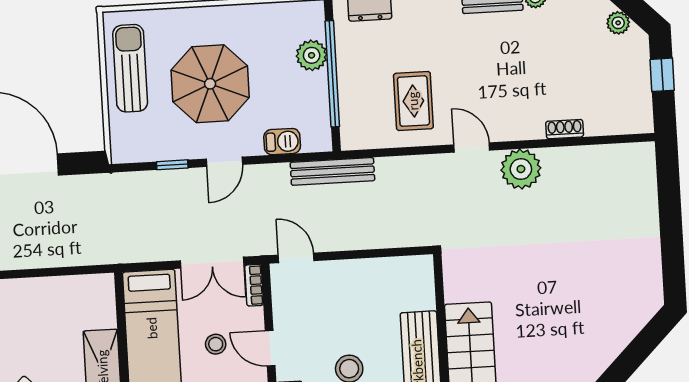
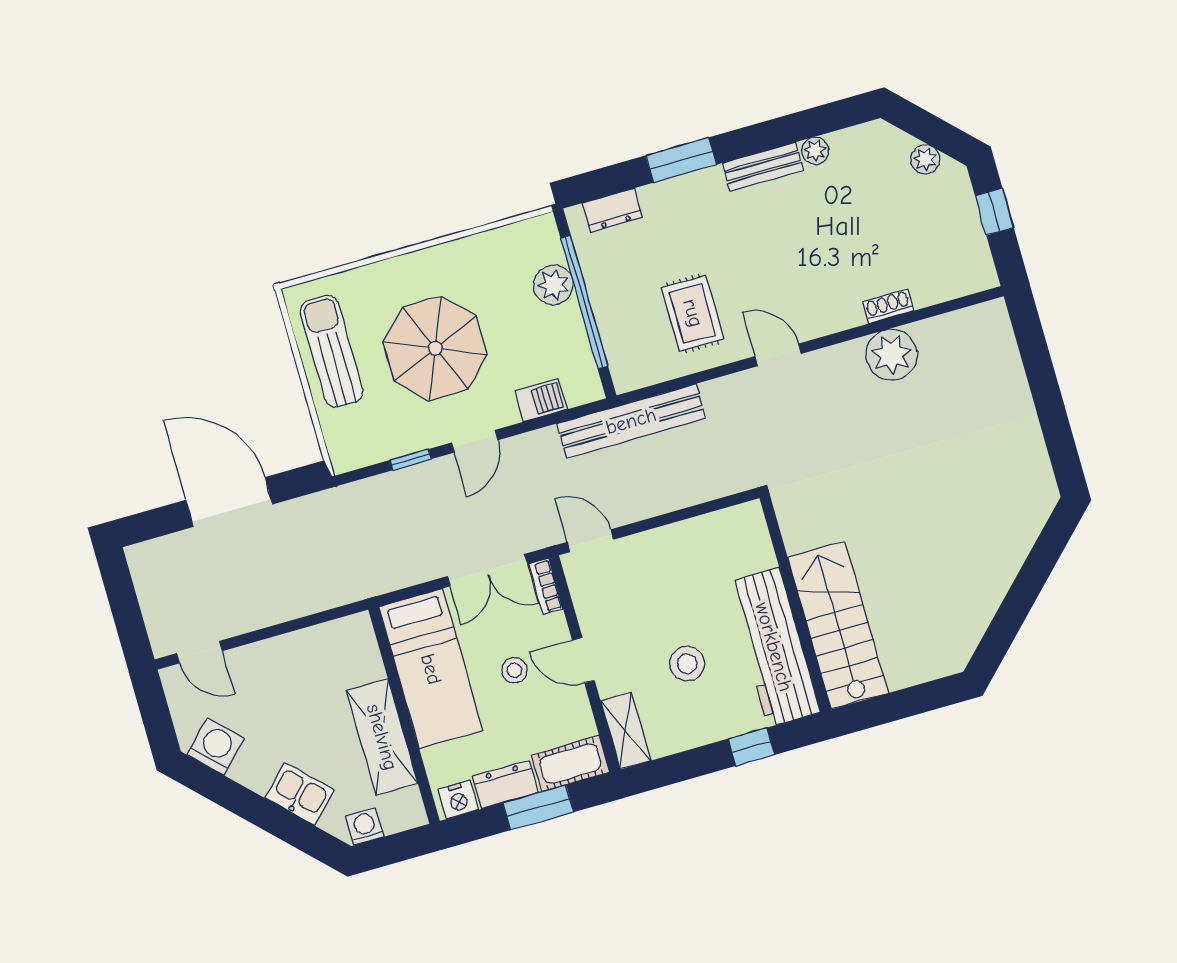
plant: (521, 169) -> (892, 355), moved
bench: (332, 171) -> (631, 421), width x1.37, depth x1.21

